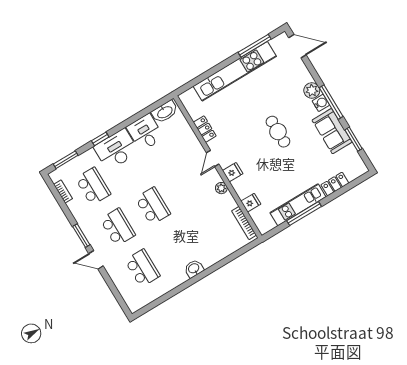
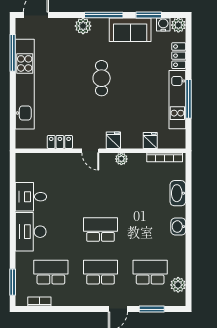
water cooler: (321, 103) -> (163, 24), moved
washbasin: (165, 112) -> (178, 193), moved, turned 180
cafe table: (278, 132) -> (102, 78), turned 90
window: (100, 139) -> (13, 240), removed
plant: (360, 169) -> (178, 25), added
window: (81, 236) -> (152, 309), moved
plant: (146, 297) -> (178, 285), added

